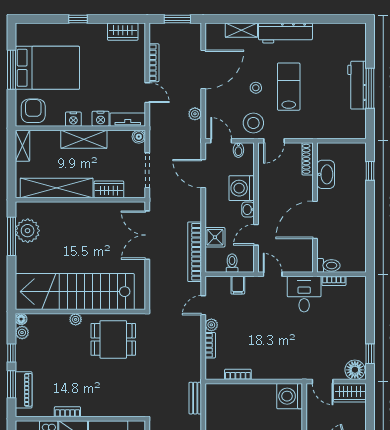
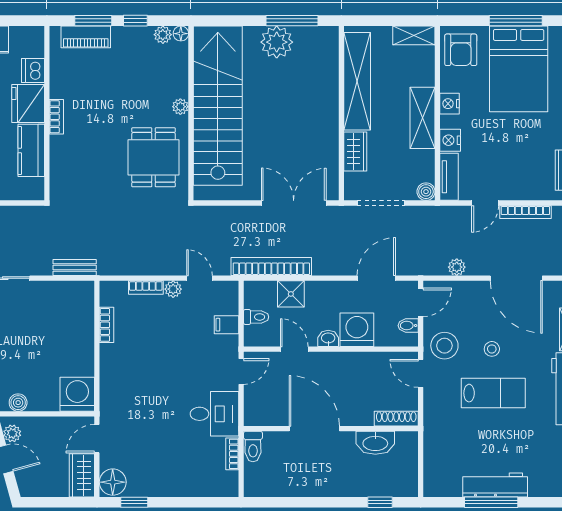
armchair: (33, 111) -> (461, 50), turned 90
plant: (28, 231) -> (277, 42), moved
bookcase: (67, 412) -> (56, 117), moved

